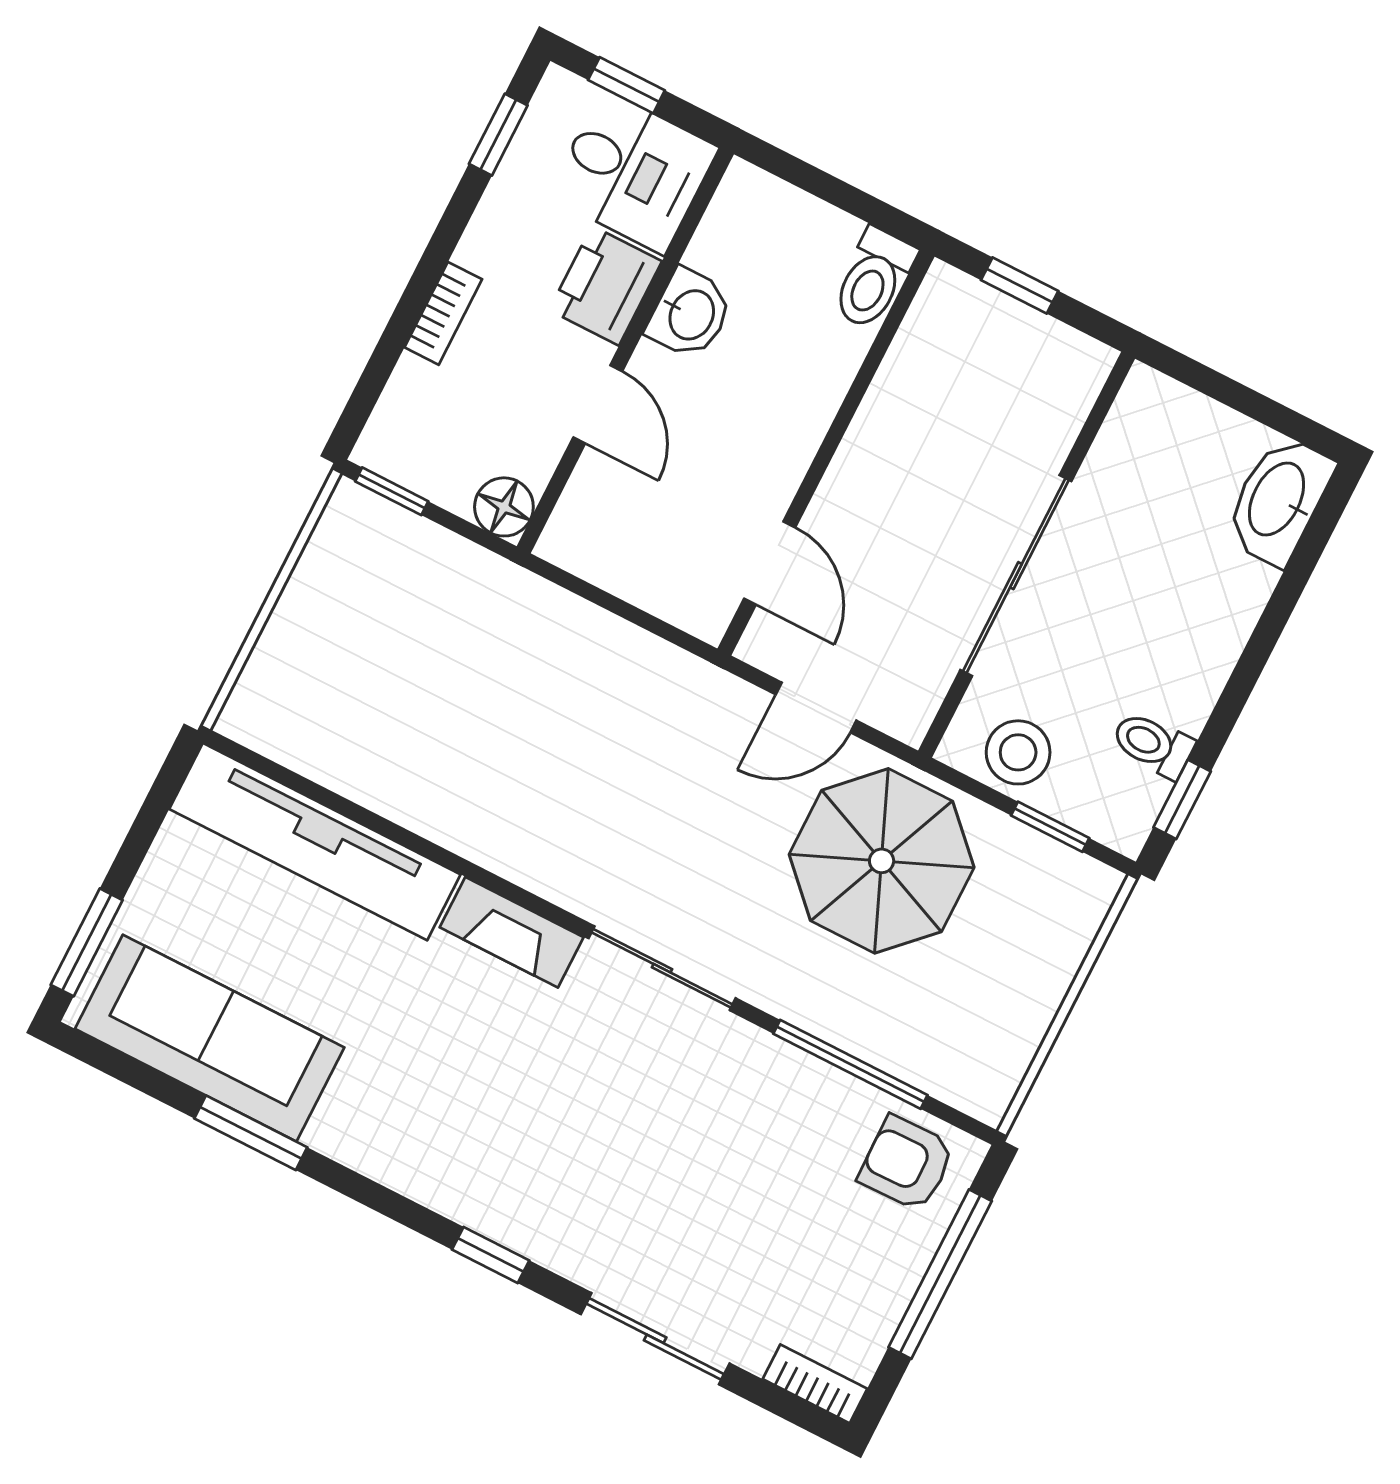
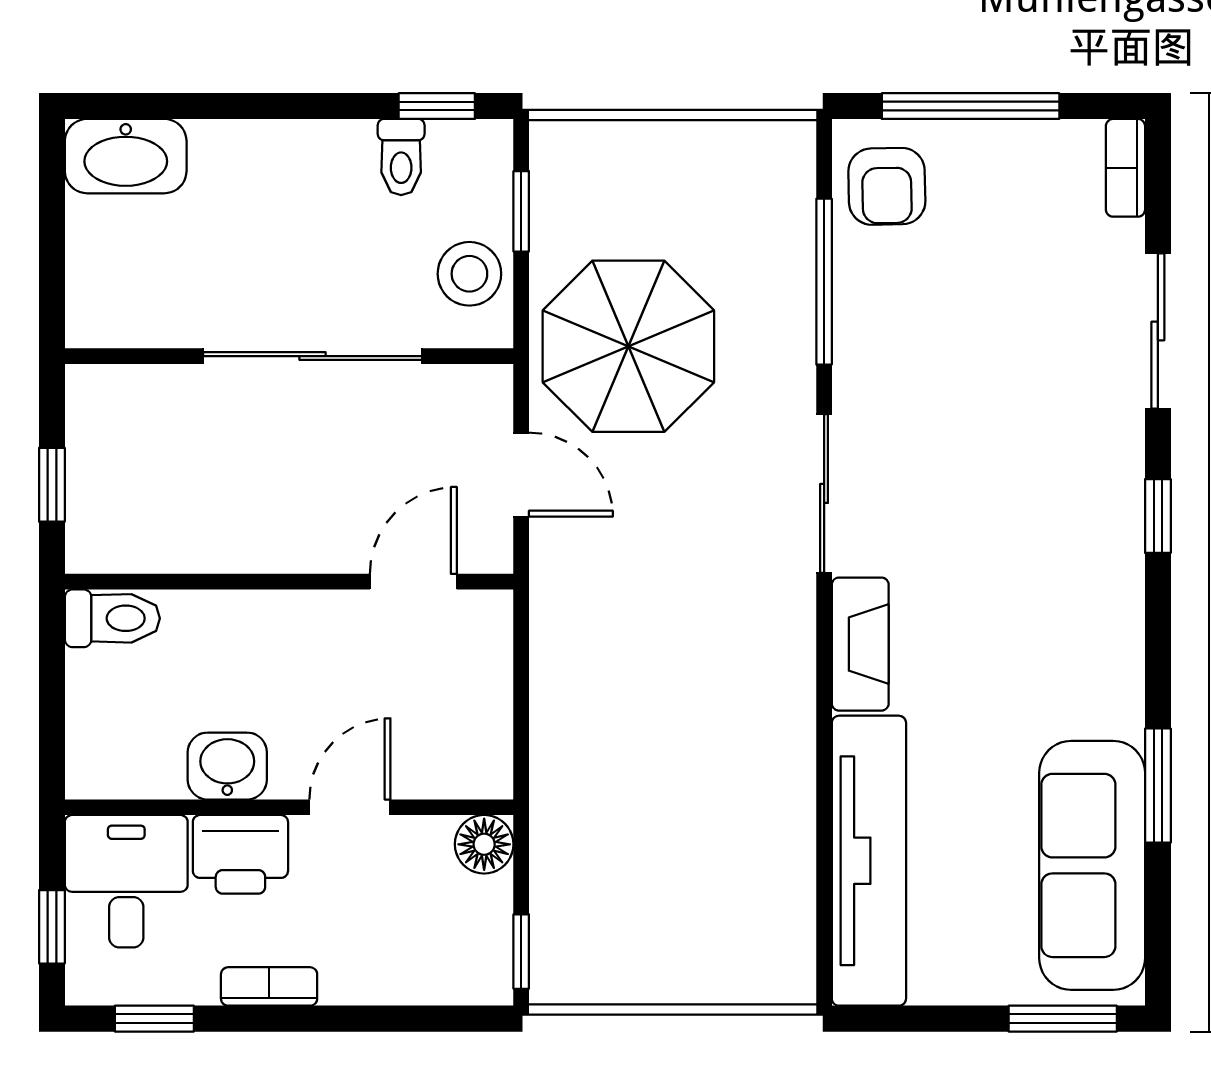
bookcase: (443, 313) -> (269, 986), moved

